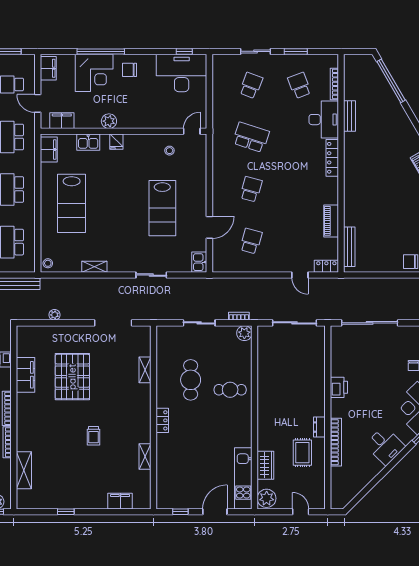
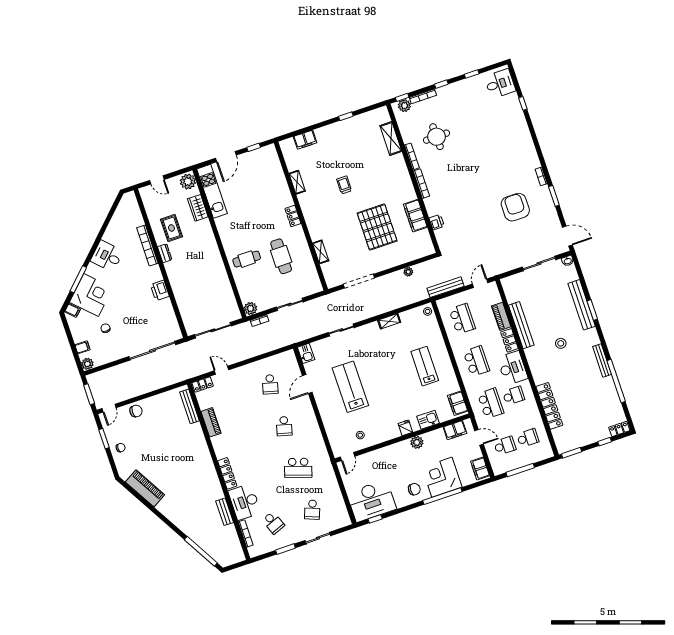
lab bench: (72, 203) -> (425, 366), width x0.73, depth x0.72

